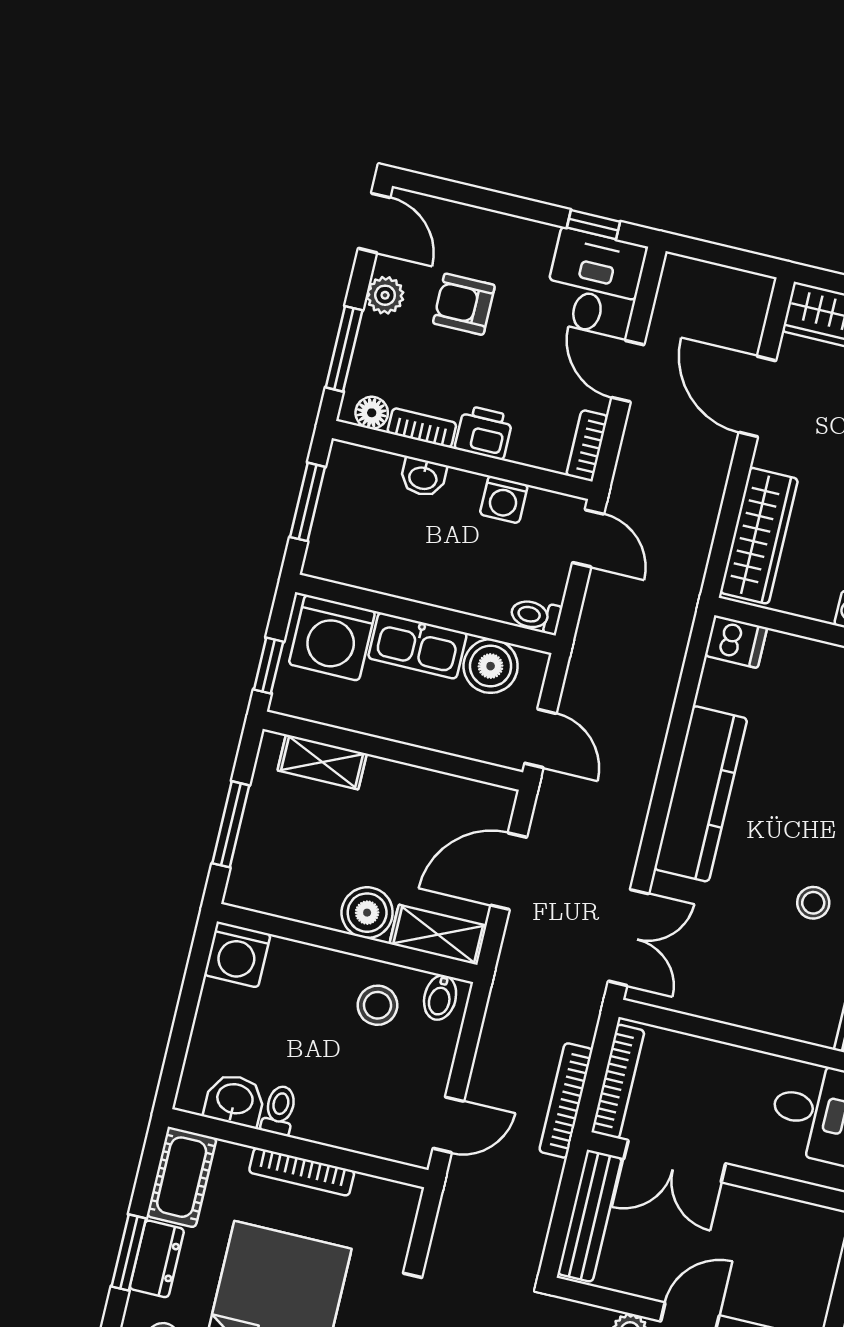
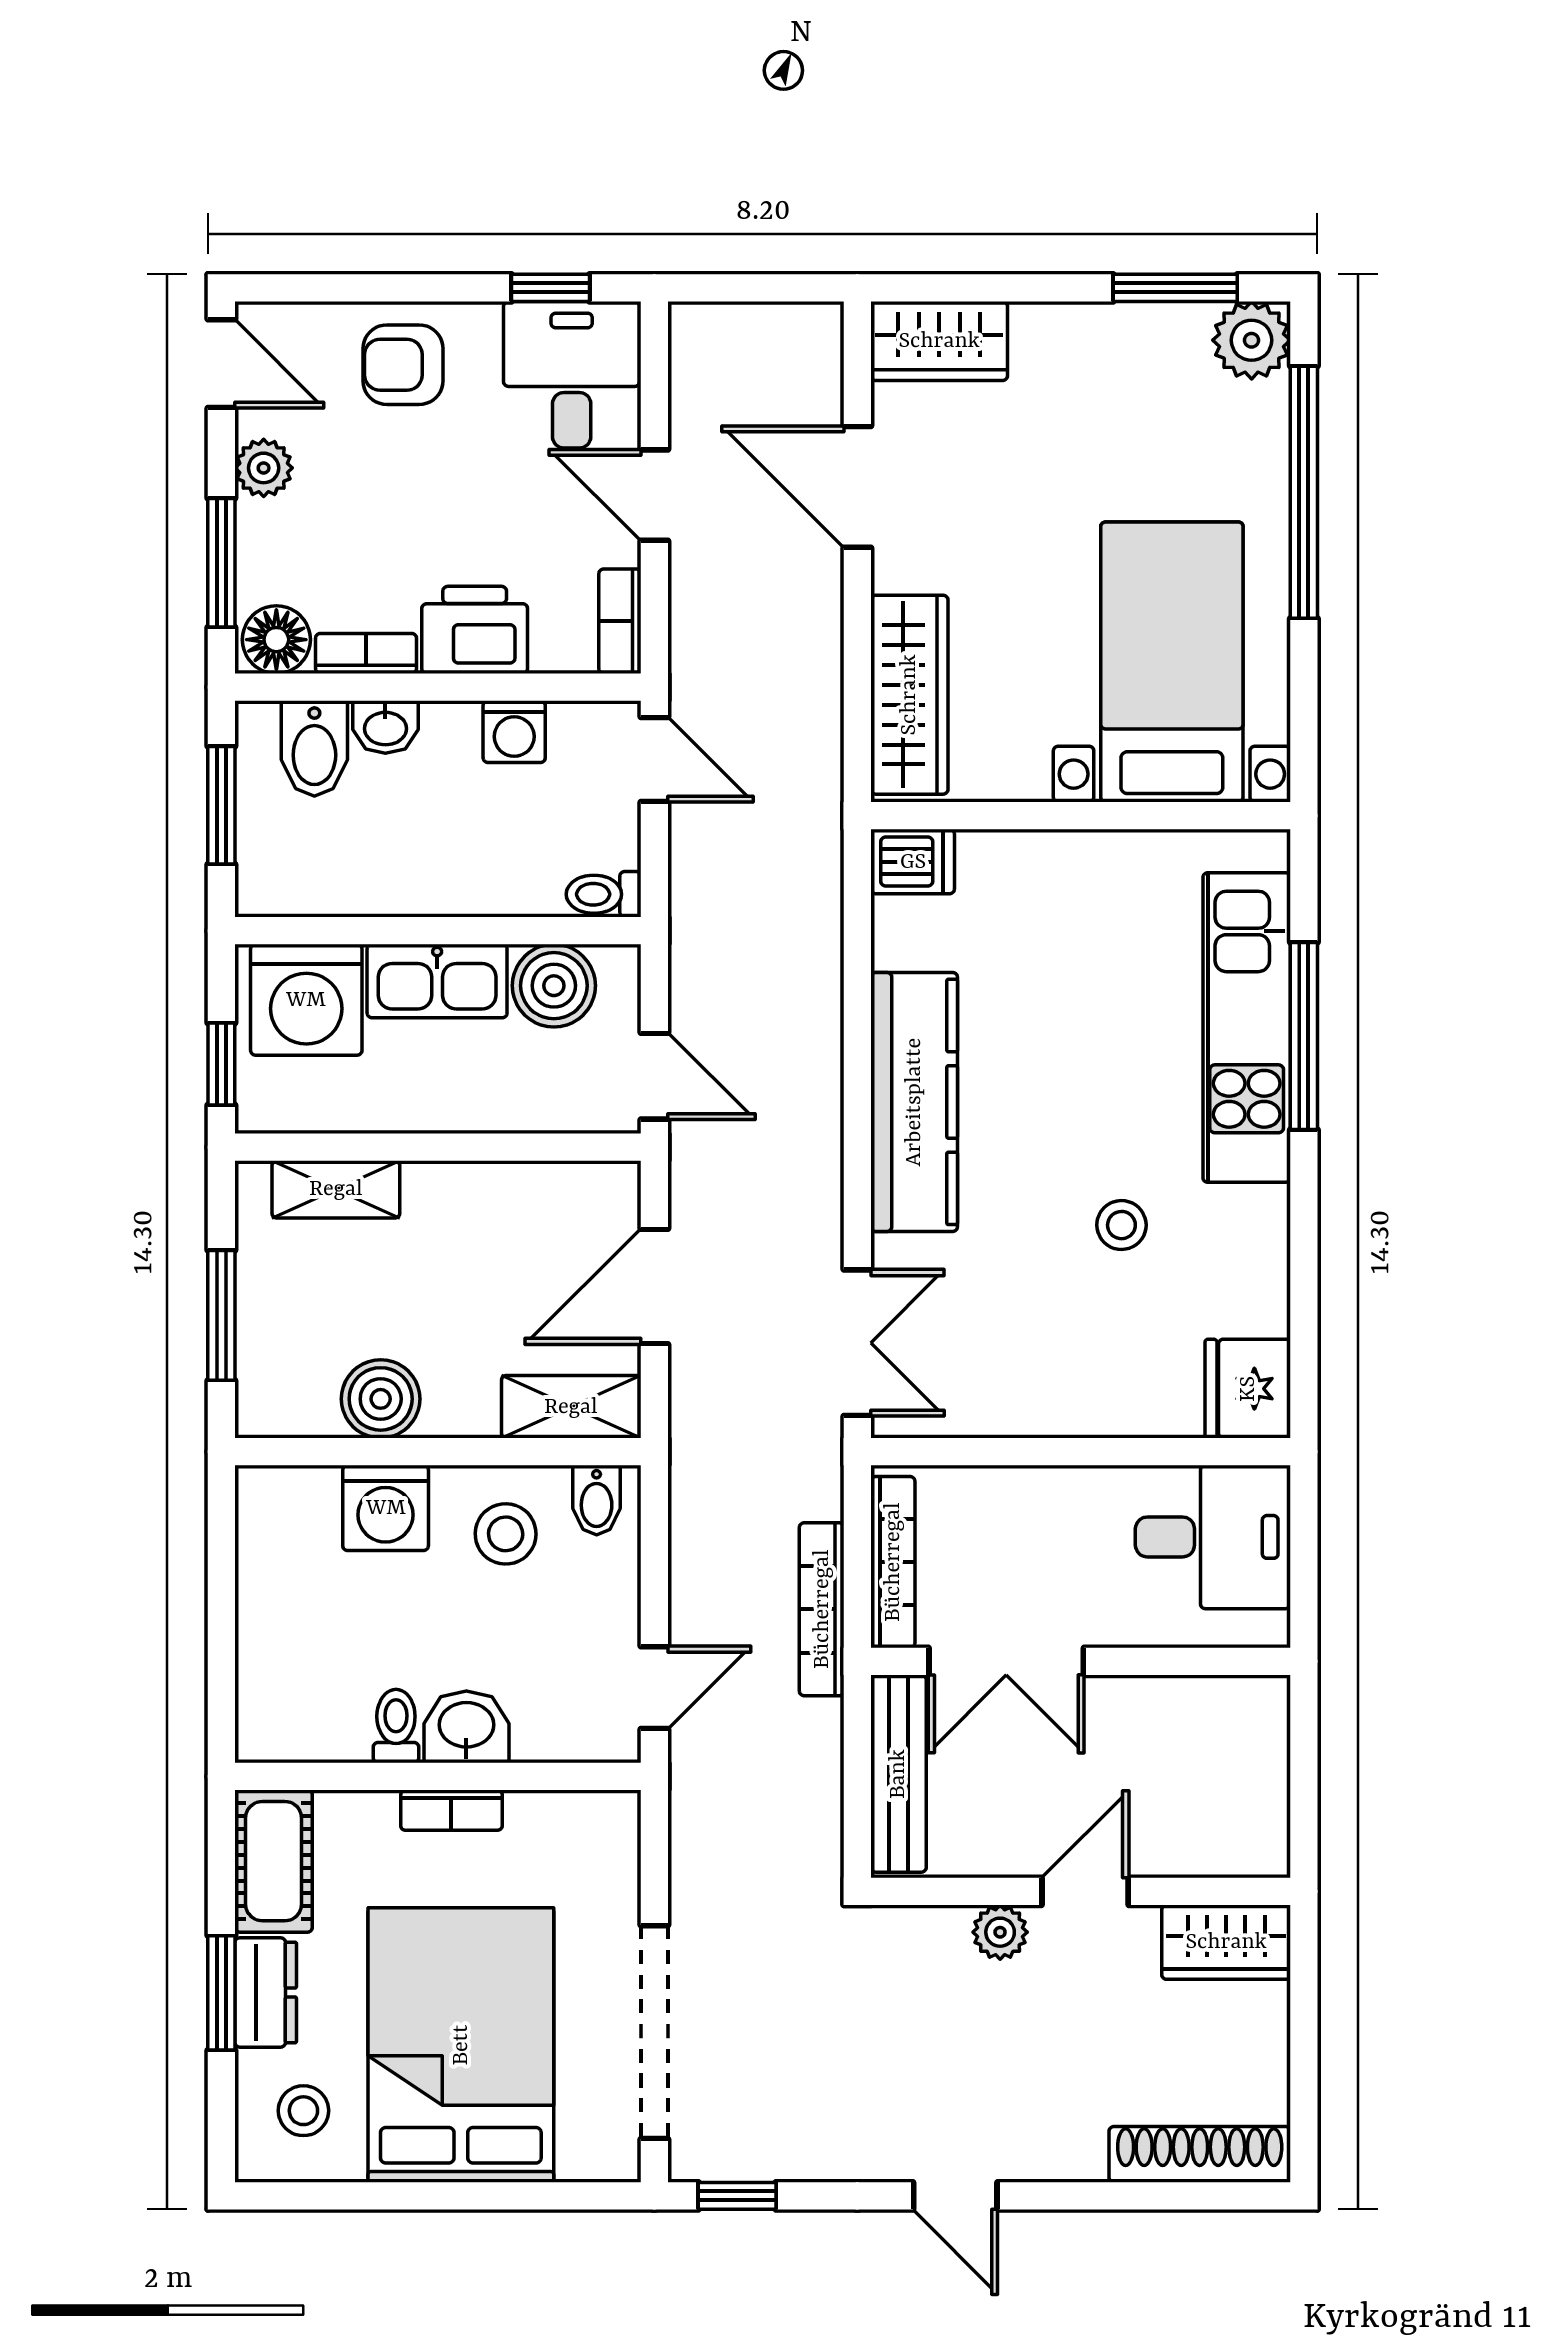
armchair: (464, 304) -> (403, 365), moved
floor lamp: (372, 413) -> (276, 640), width x1.37, depth x1.37
printer: (484, 433) -> (475, 630), width x1.36, depth x1.24
bidet: (375, 480) -> (314, 748), added
boiler: (367, 913) -> (381, 1399), moved
washing machine: (237, 954) -> (386, 1508), moved
washbasin: (235, 1100) -> (466, 1727), moved
bookcase: (302, 1172) -> (451, 1810), width x0.64

